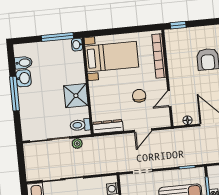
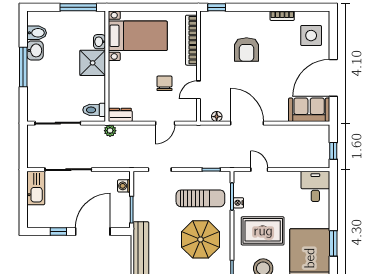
washbasin: (77, 45) -> (100, 42), moved
shower: (76, 96) -> (93, 63), moved
dresser: (108, 127) -> (120, 115), width x0.70
plant: (77, 143) -> (110, 131), moved

